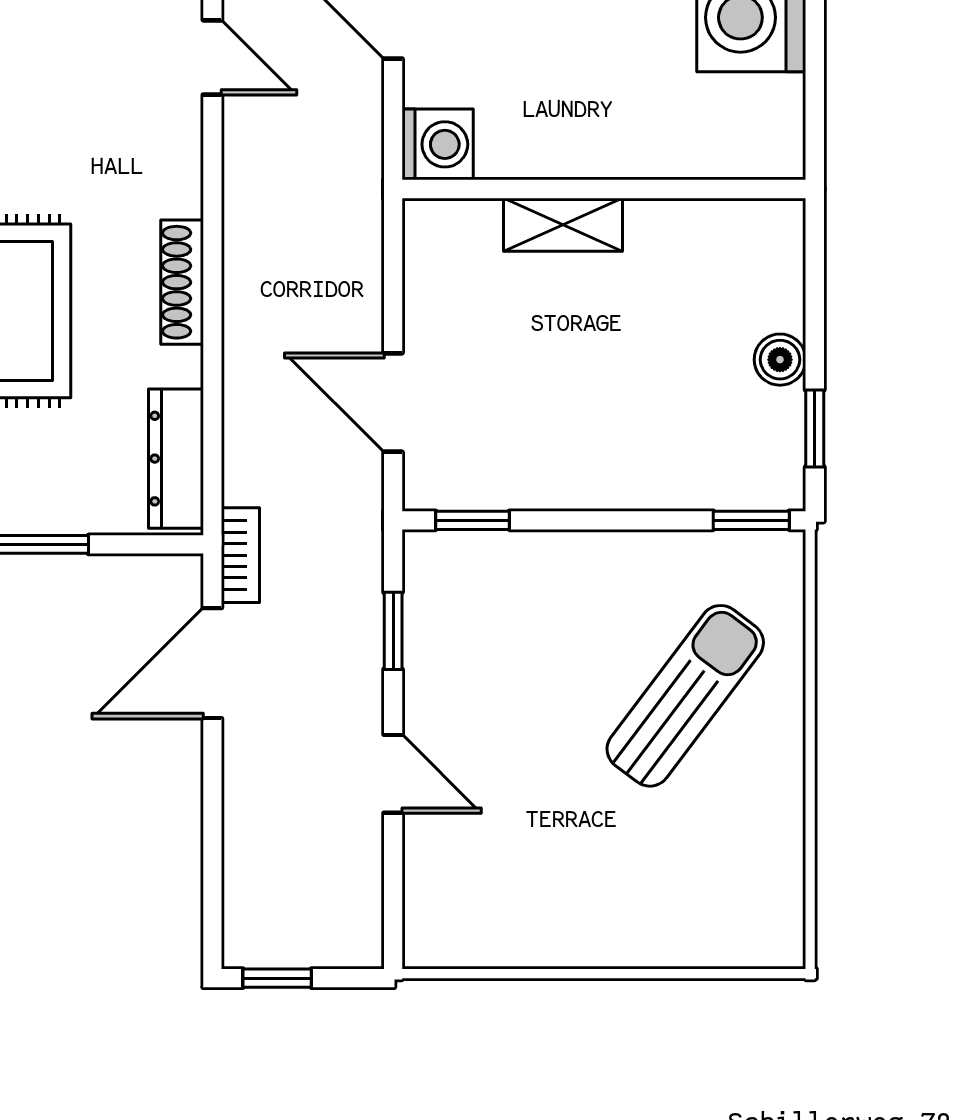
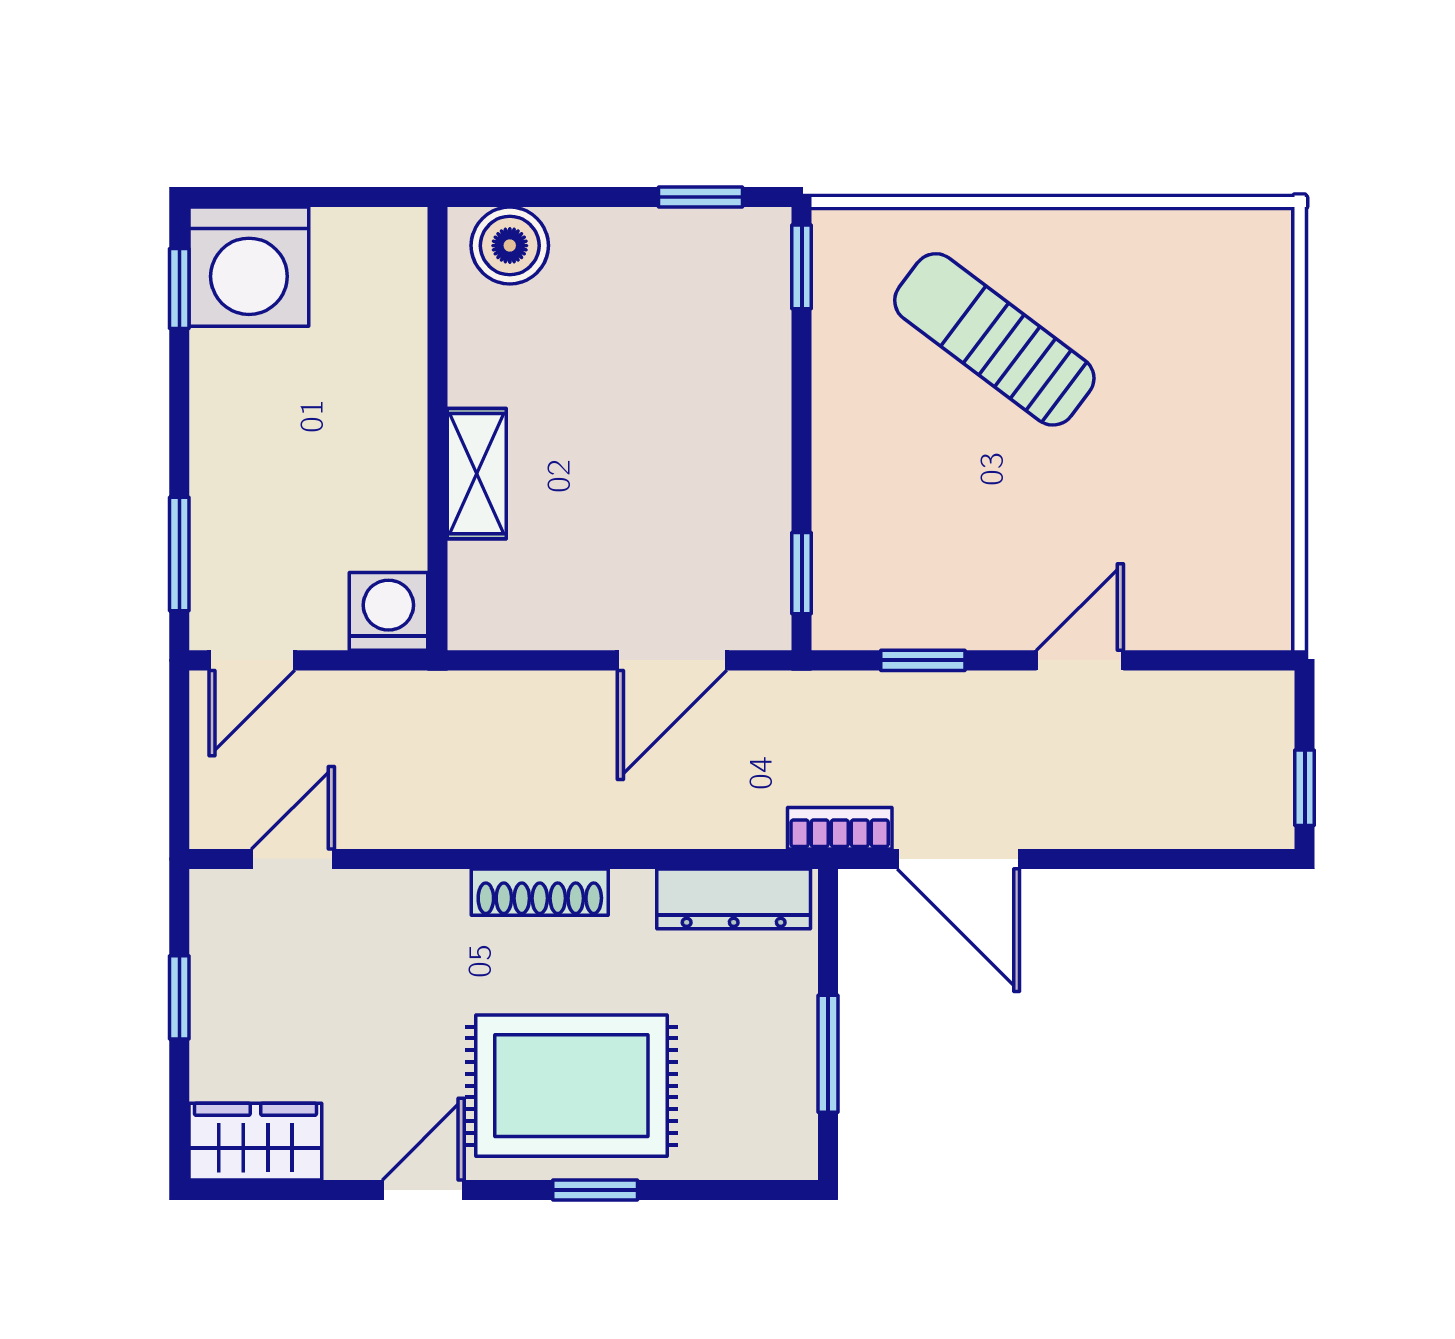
boiler: (780, 360) -> (510, 246), moved, width x1.36, depth x1.36

